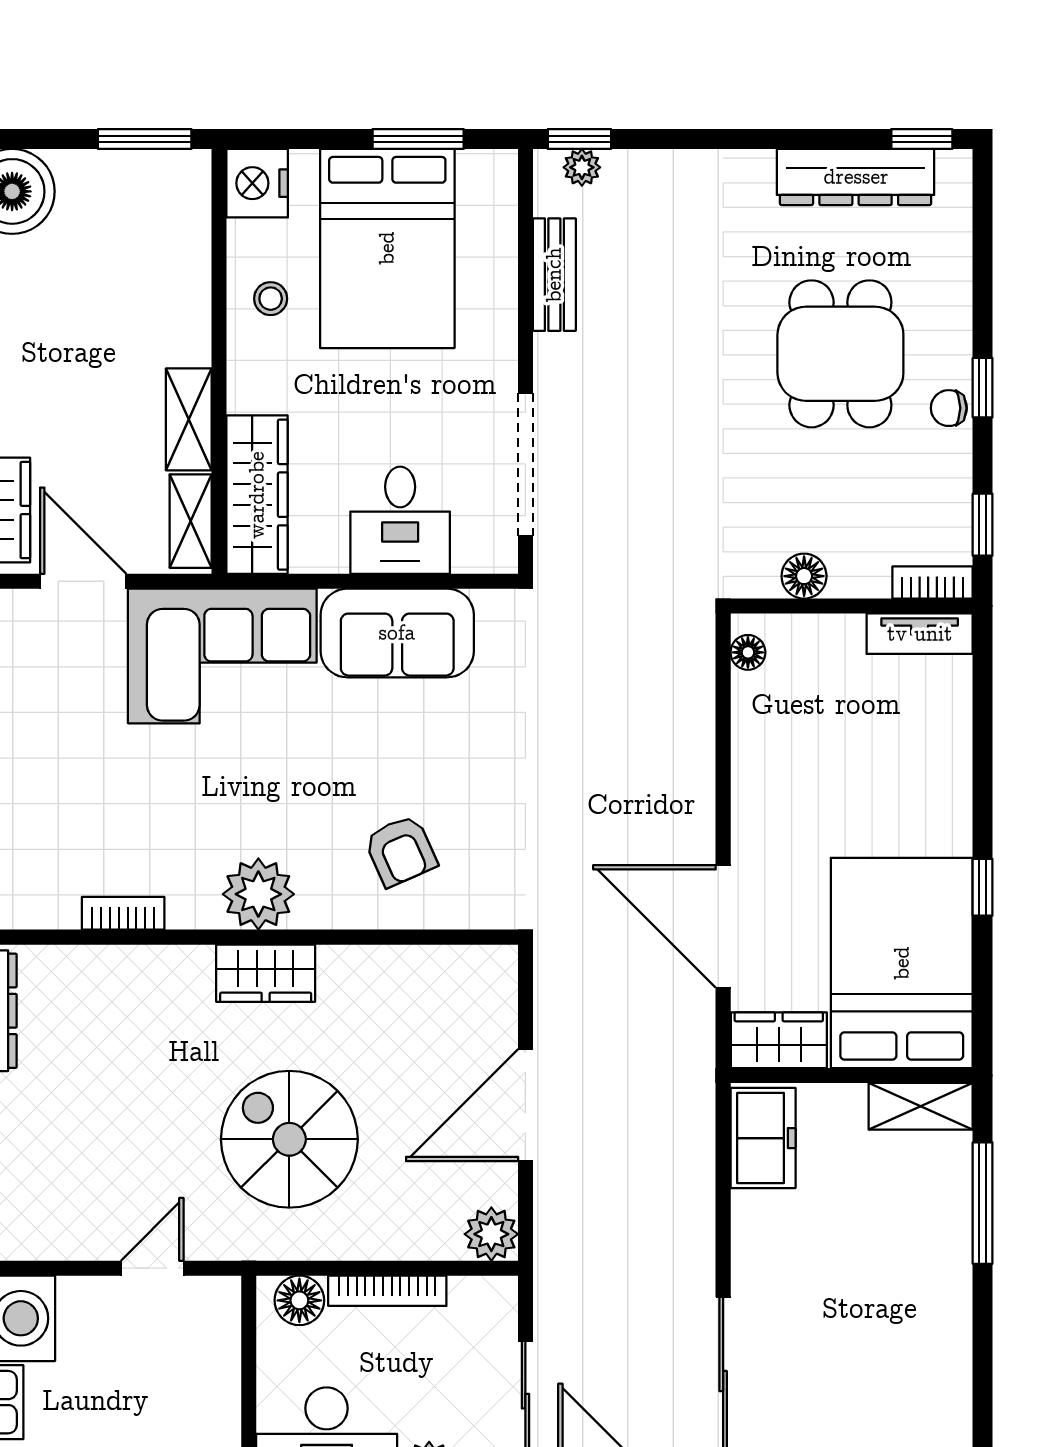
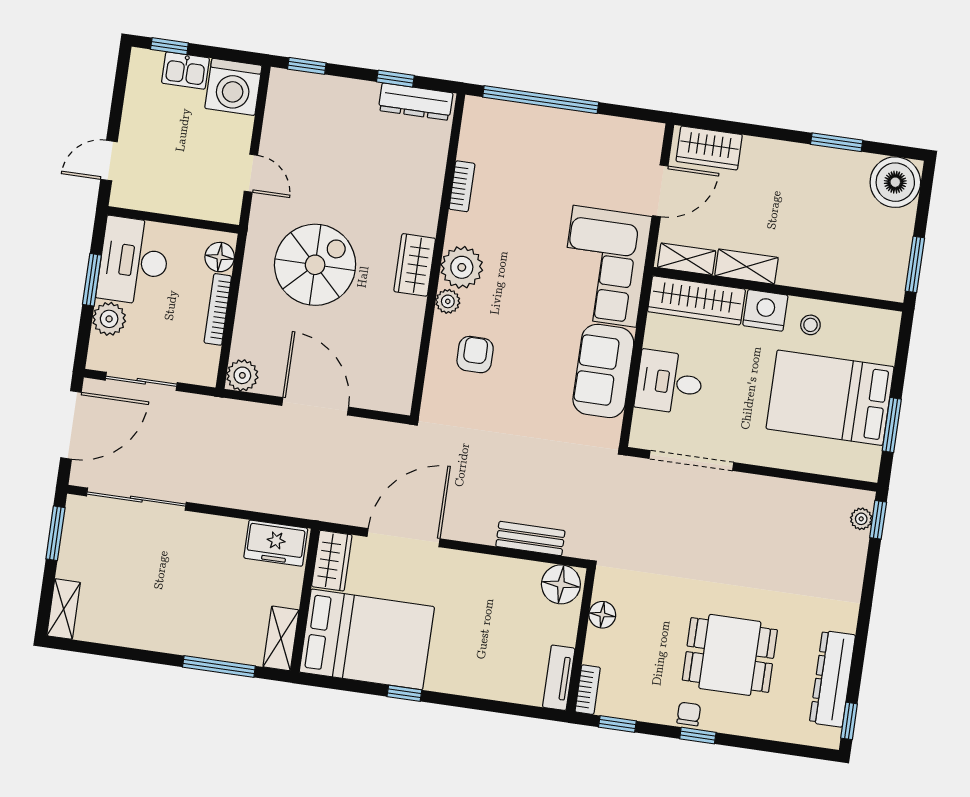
nightstand: (257, 183) -> (765, 310), moved
bench: (554, 275) -> (530, 539), moved
floor lamp: (748, 652) -> (561, 584), width x1.89, depth x1.89
armchair: (401, 851) -> (475, 355), turned 114
plant: (319, 909) -> (448, 301), added

